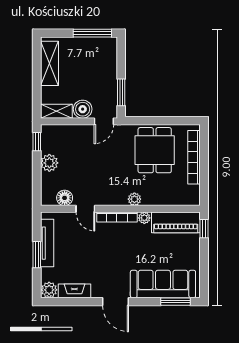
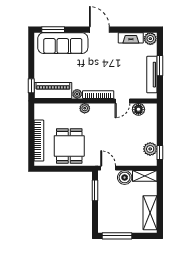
door: (104, 121) -> (108, 168), hinge flipped
plant: (49, 163) -> (150, 149), moved
door: (85, 209) -> (122, 101), swing flipped

